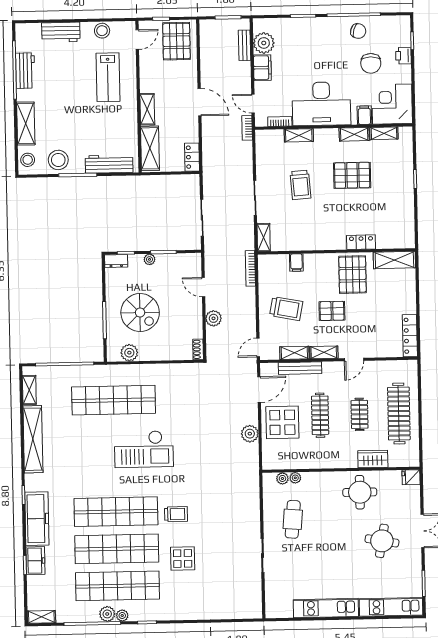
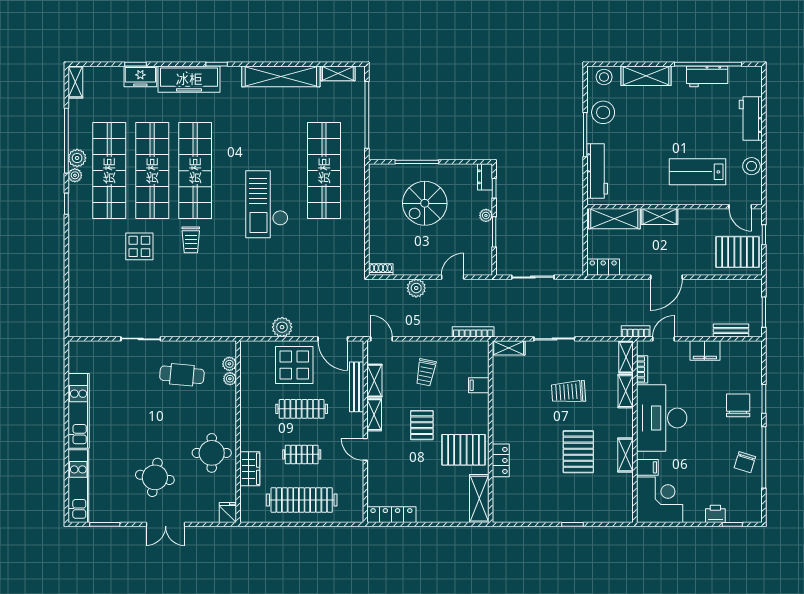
plant: (264, 43) -> (733, 353), removed
chair: (371, 63) -> (738, 405), moved, turned 90
shelving: (384, 133) -> (626, 357), moved
trolley: (286, 309) -> (426, 372), width x0.73, depth x0.72
plant: (129, 353) -> (379, 190), removed

